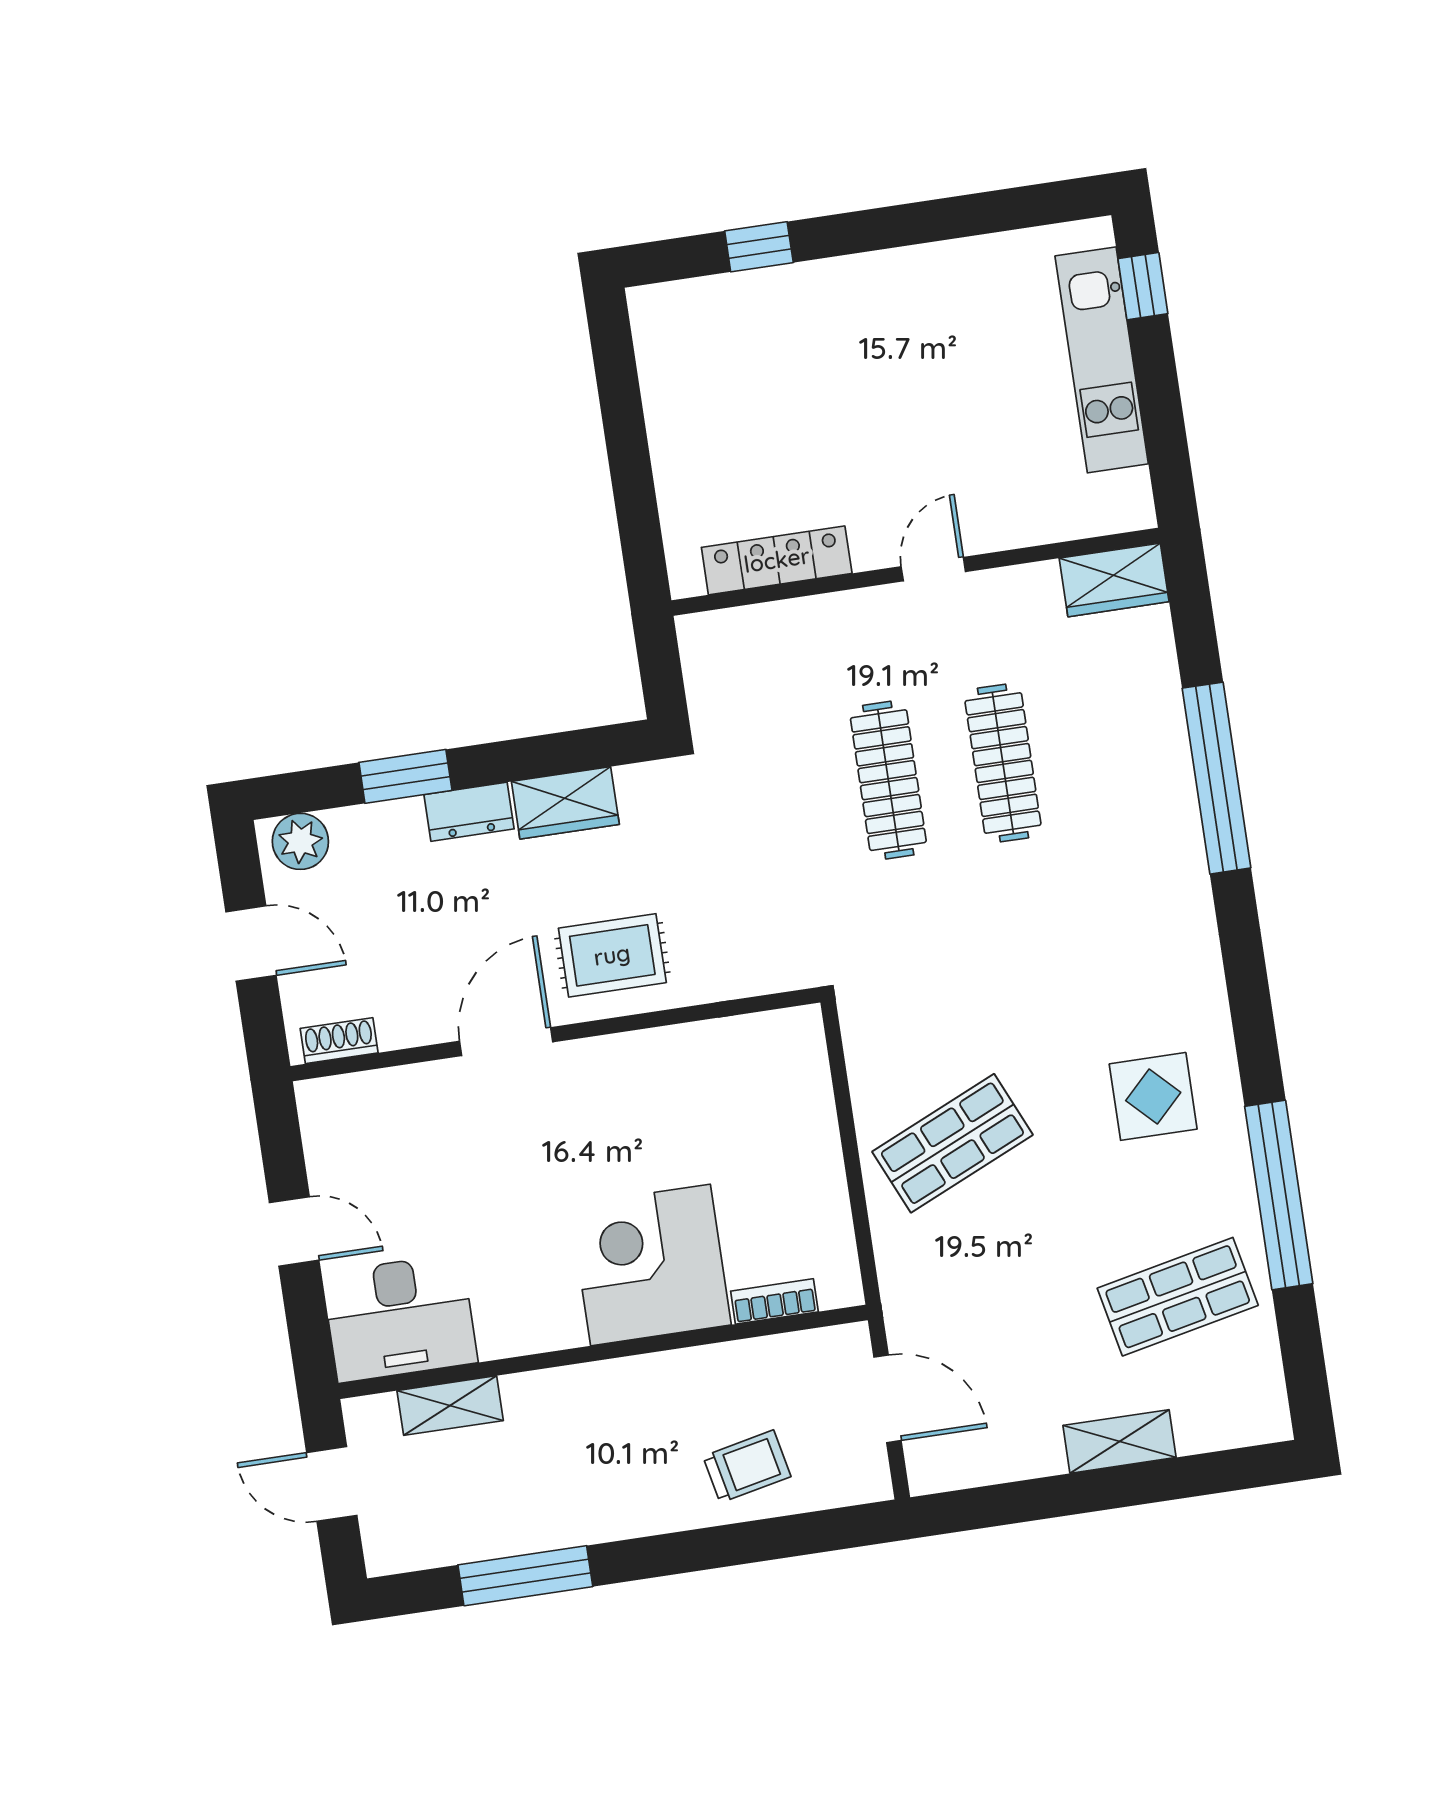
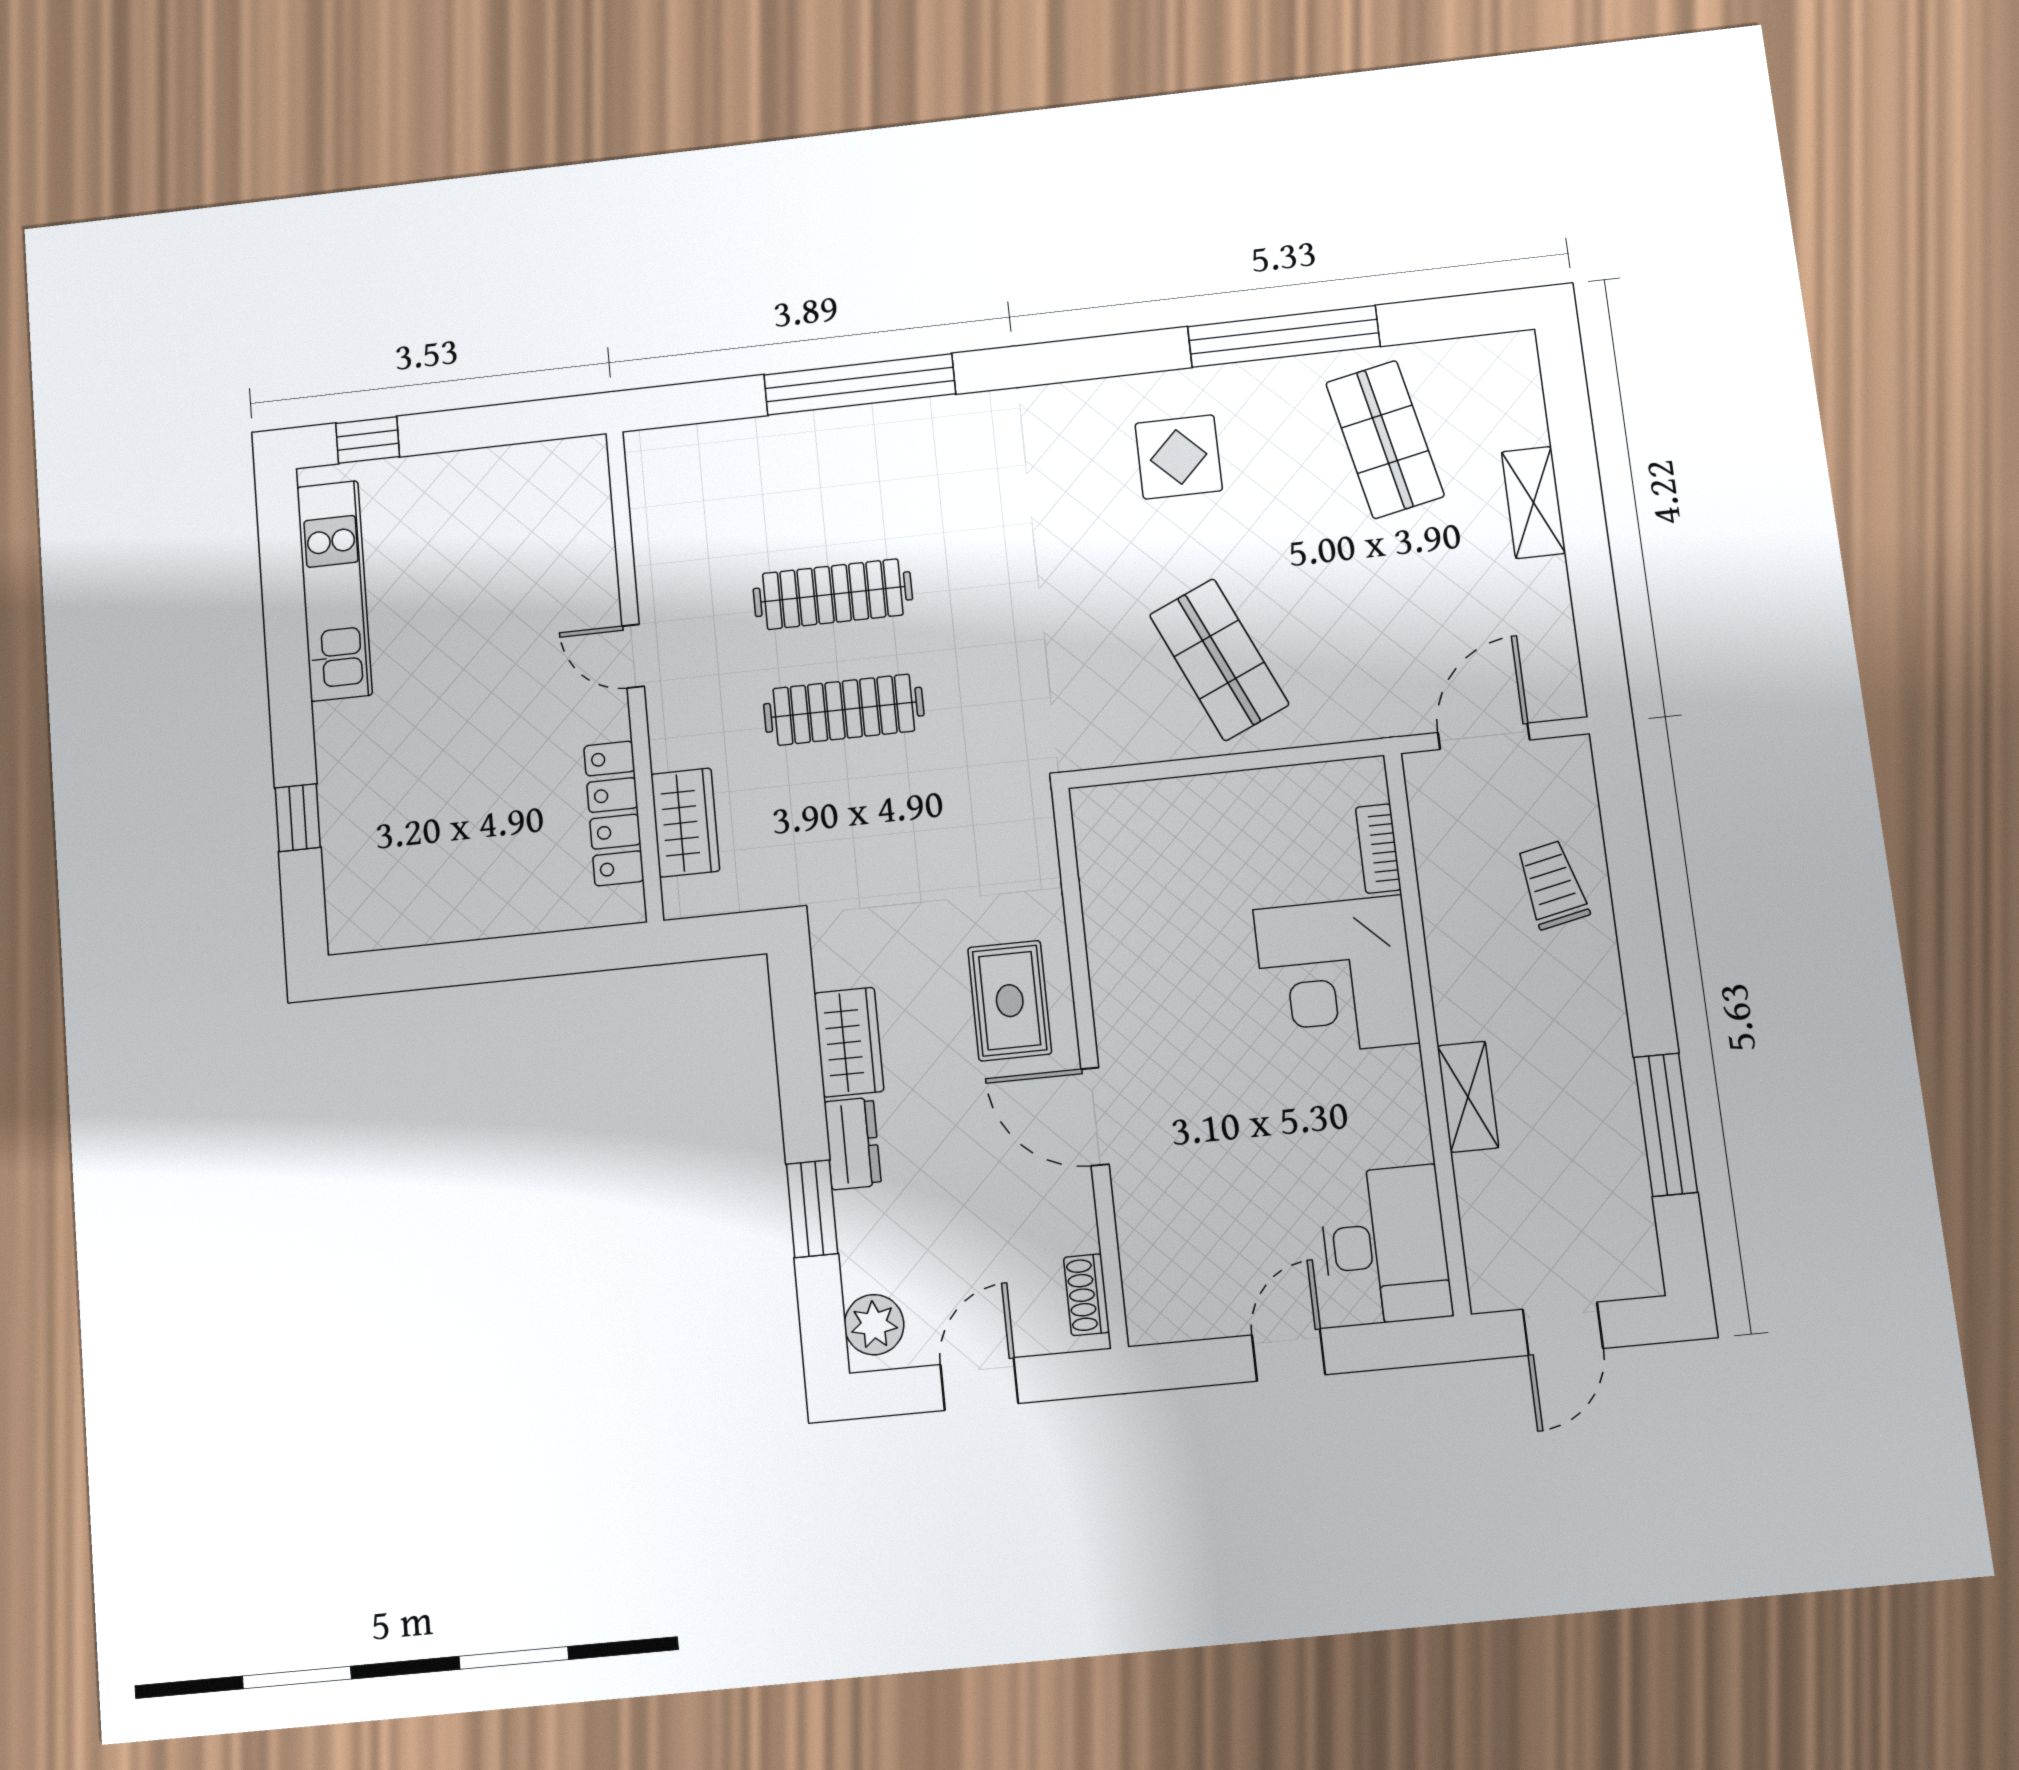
kitchen unit: (1102, 360) -> (334, 591), moved, turned -90
wardrobe: (1114, 580) -> (685, 823), moved
shelving: (450, 1406) -> (1468, 1097), moved

